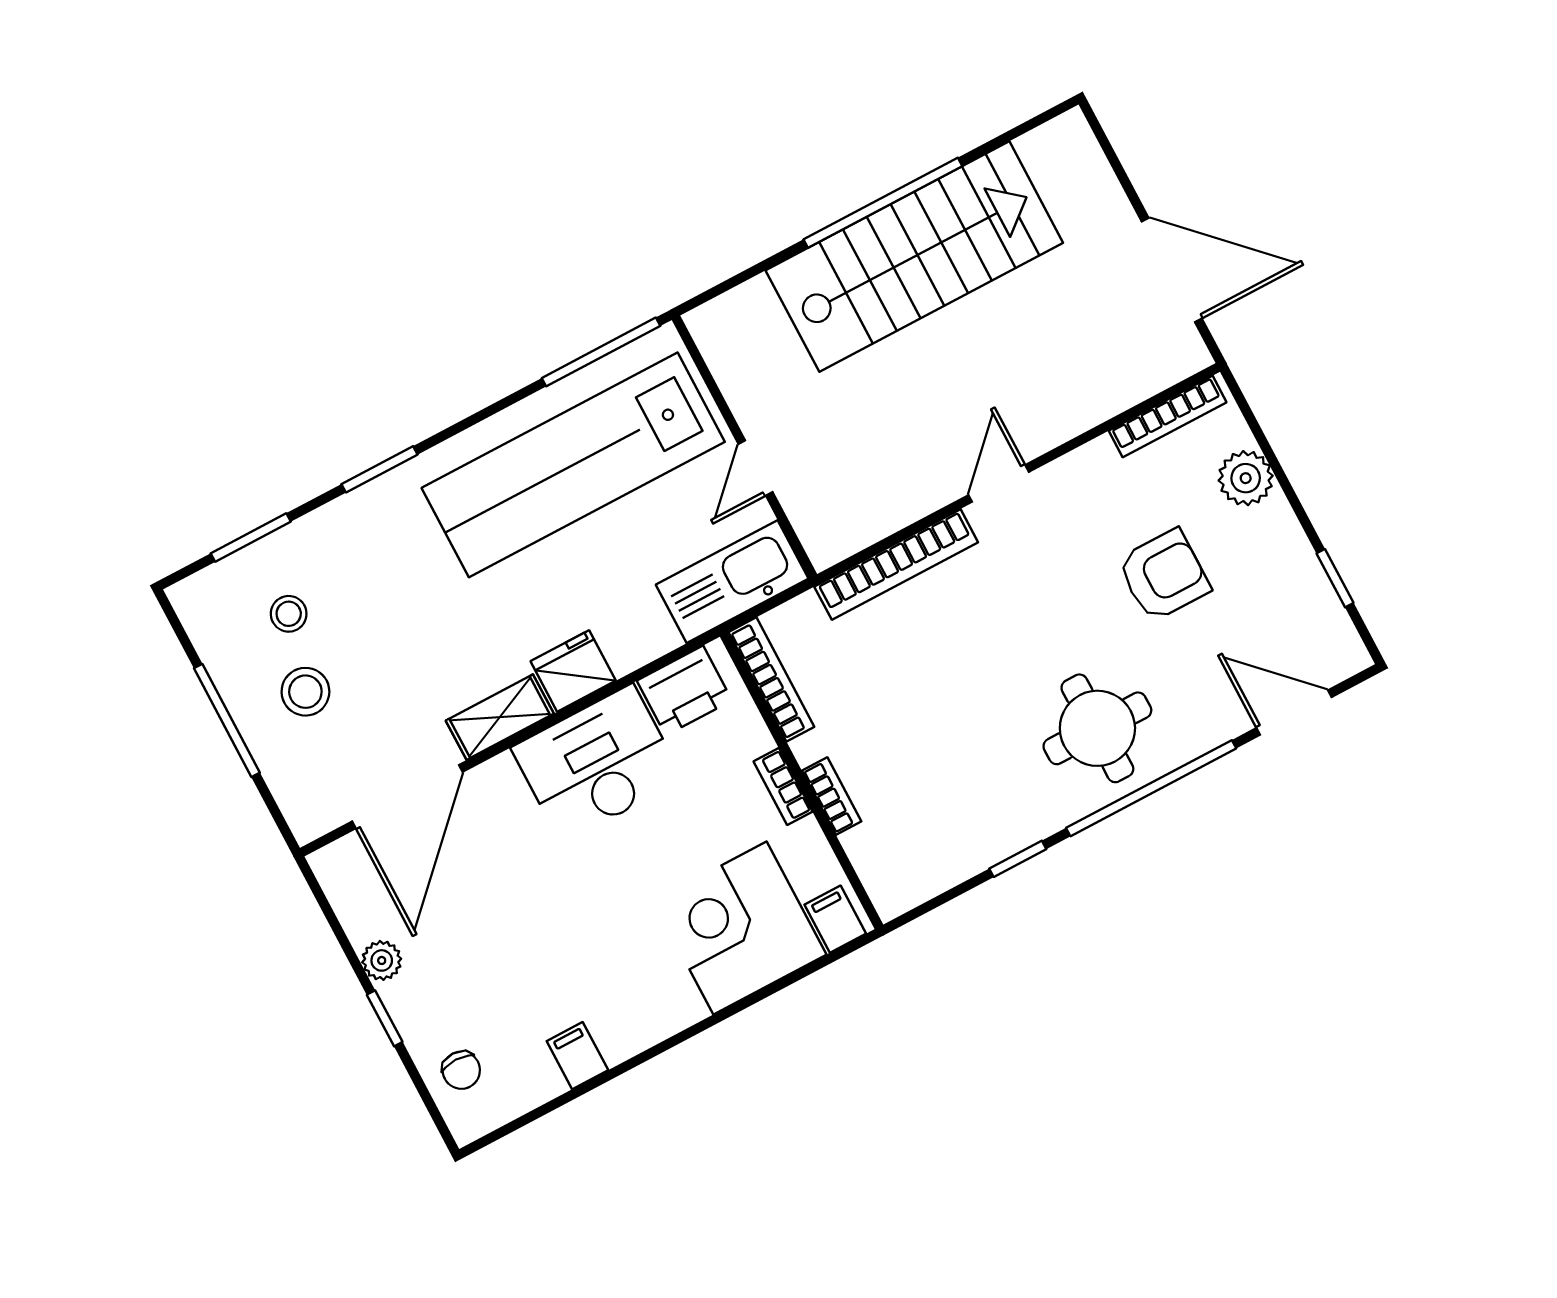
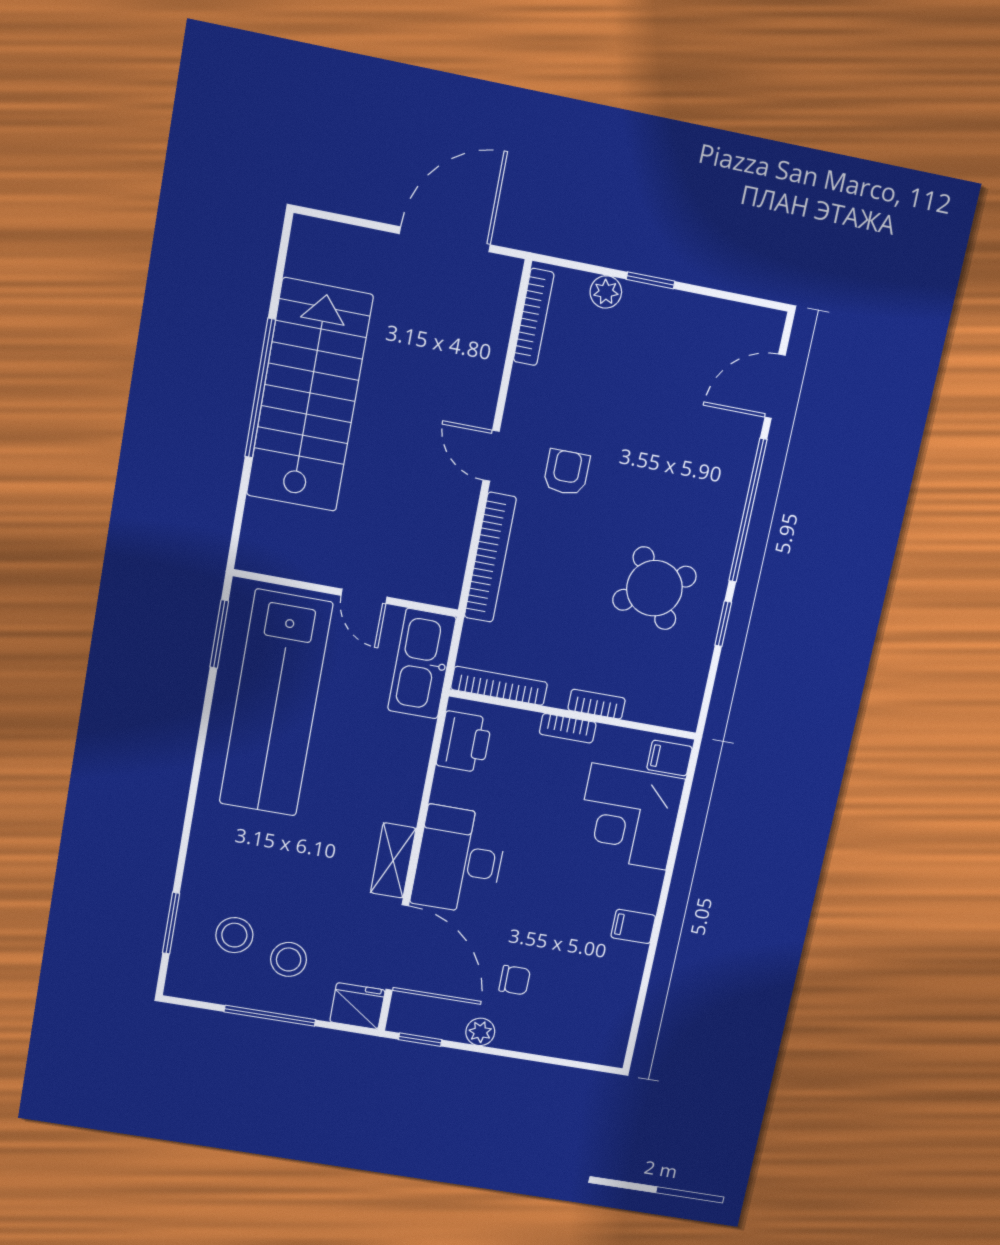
window: (601, 352) -> (219, 634), width x0.69
window: (379, 469) -> (188, 819), removed
plant: (1246, 478) -> (606, 292), width x0.73, depth x0.73
armchair: (1164, 575) -> (567, 472), moved, width x0.72, depth x0.72
window: (1335, 578) -> (651, 280), moved
stool: (289, 614) -> (234, 935), width x1.37, depth x1.37
fridge: (573, 671) -> (357, 1006), moved, turned 90
round table: (1097, 728) -> (654, 588), moved, turned -31
desk: (597, 764) -> (459, 860), moved
window: (385, 1018) -> (420, 1040), moved
filing cabinet: (577, 1056) -> (633, 926), moved
chair: (461, 1070) -> (515, 980), moved

